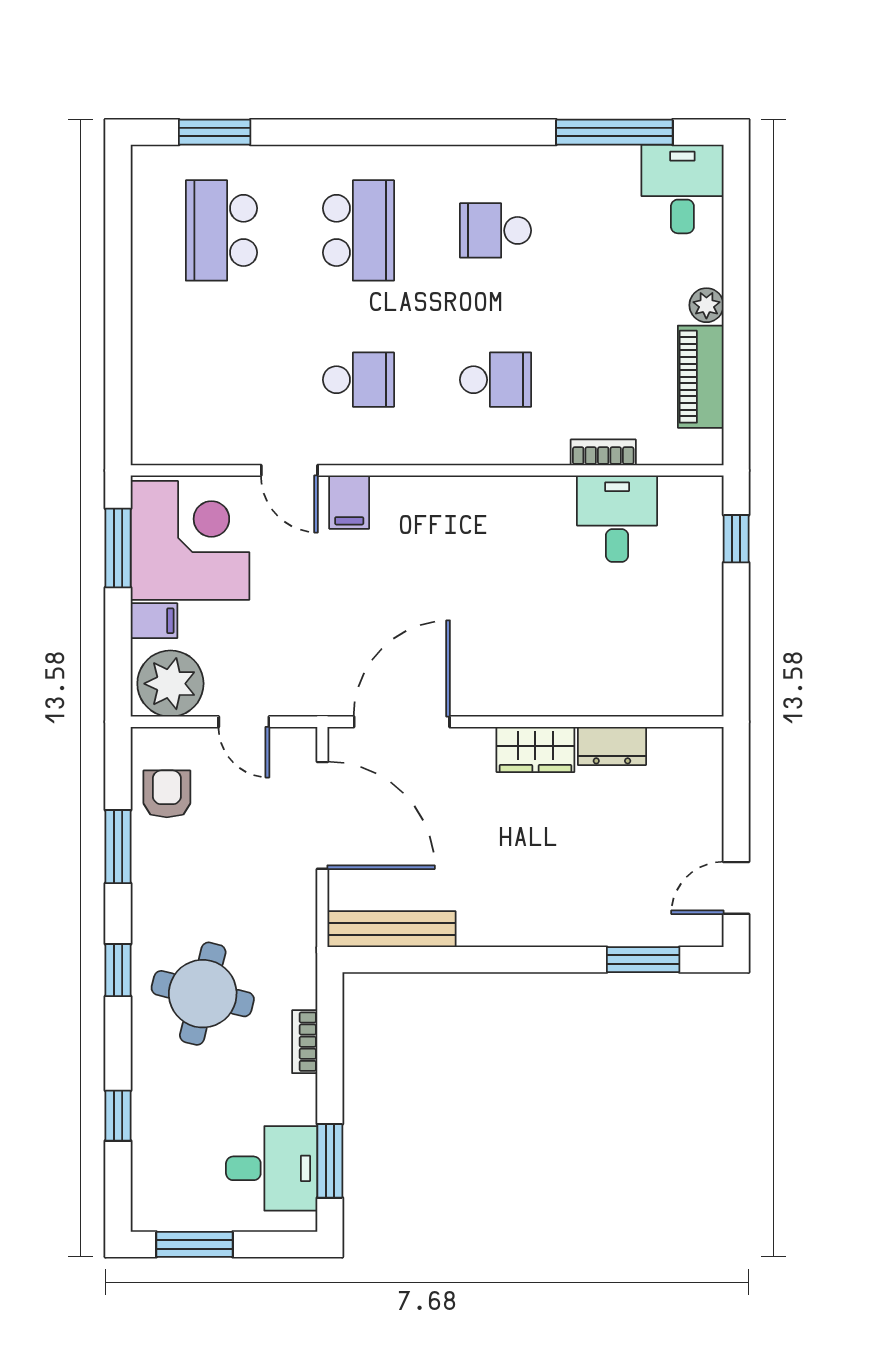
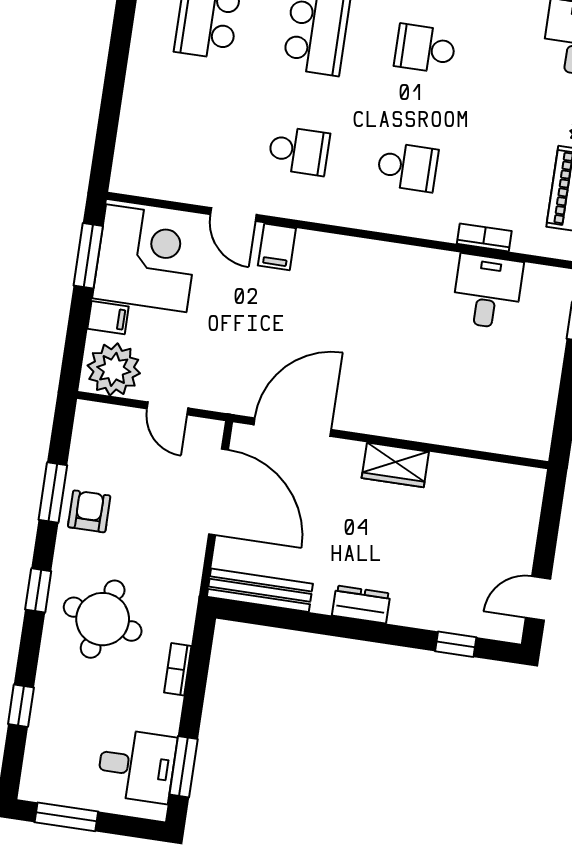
dresser: (612, 746) -> (361, 604), moved, turned 180
armchair: (167, 794) -> (89, 511), moved
window: (643, 960) -> (456, 644), width x0.67

